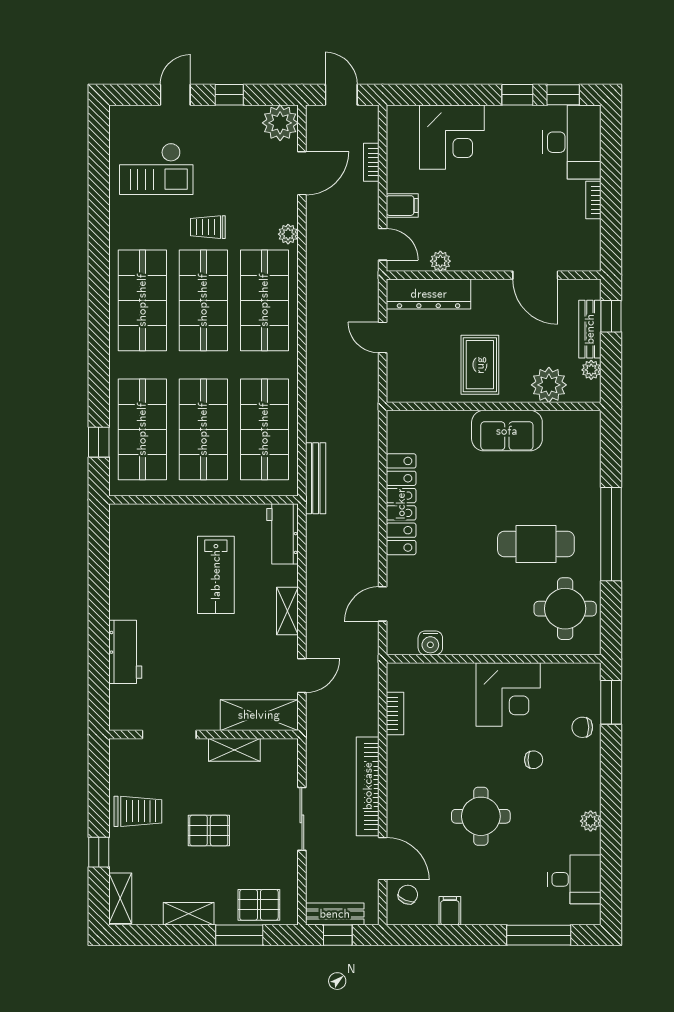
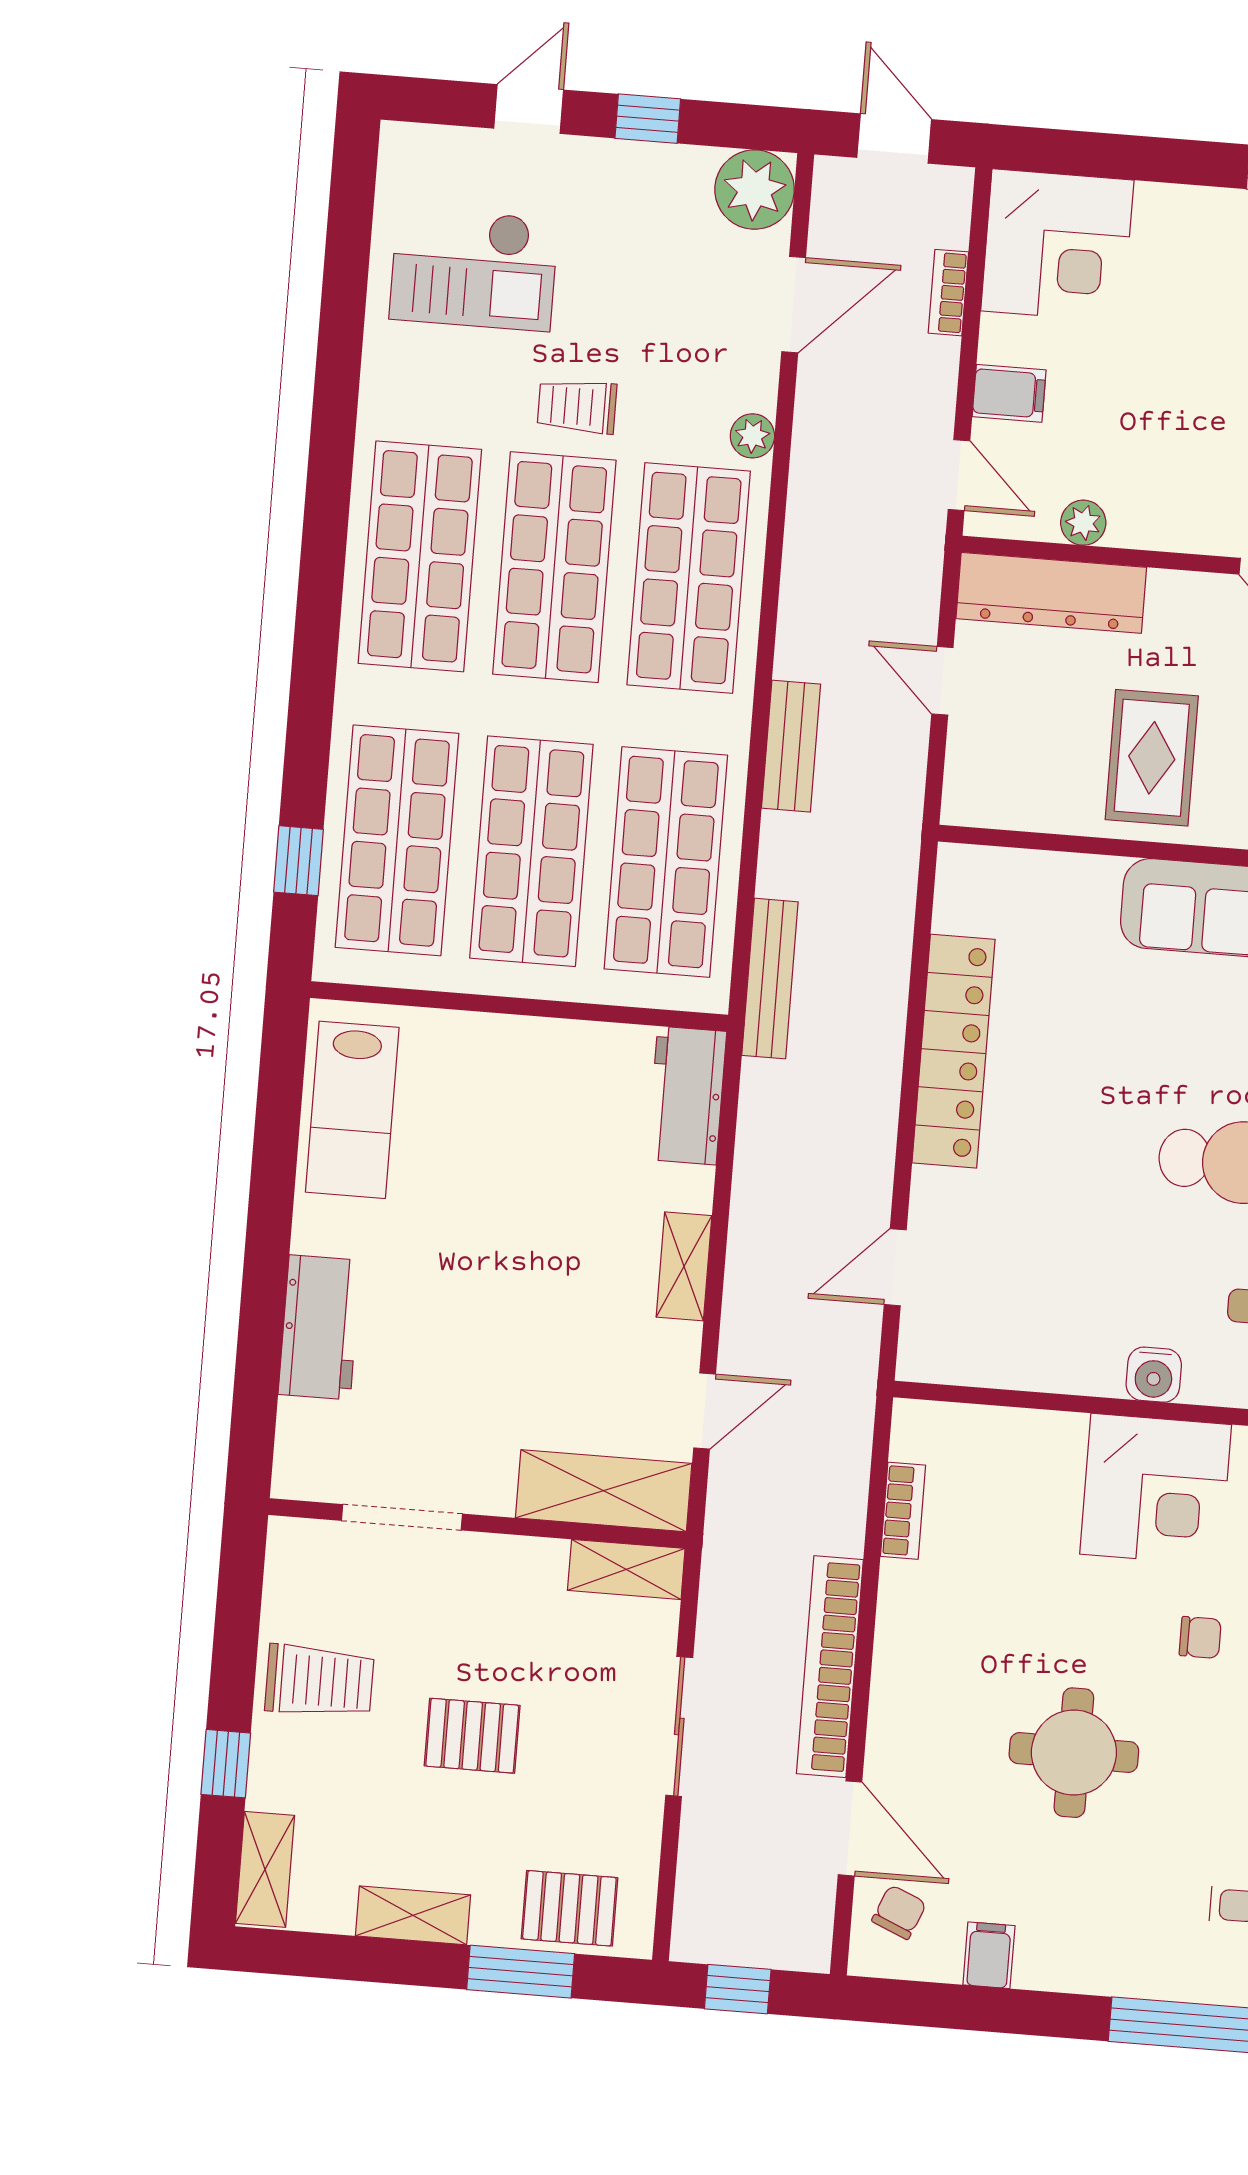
corner desk: (452, 137) -> (1057, 245), moved
lab bench: (216, 575) -> (352, 1110), moved
water cooler: (430, 643) -> (1154, 1375), moved
shelving: (234, 750) -> (626, 1569), moved
bench: (335, 914) -> (791, 746), moved, turned 90

